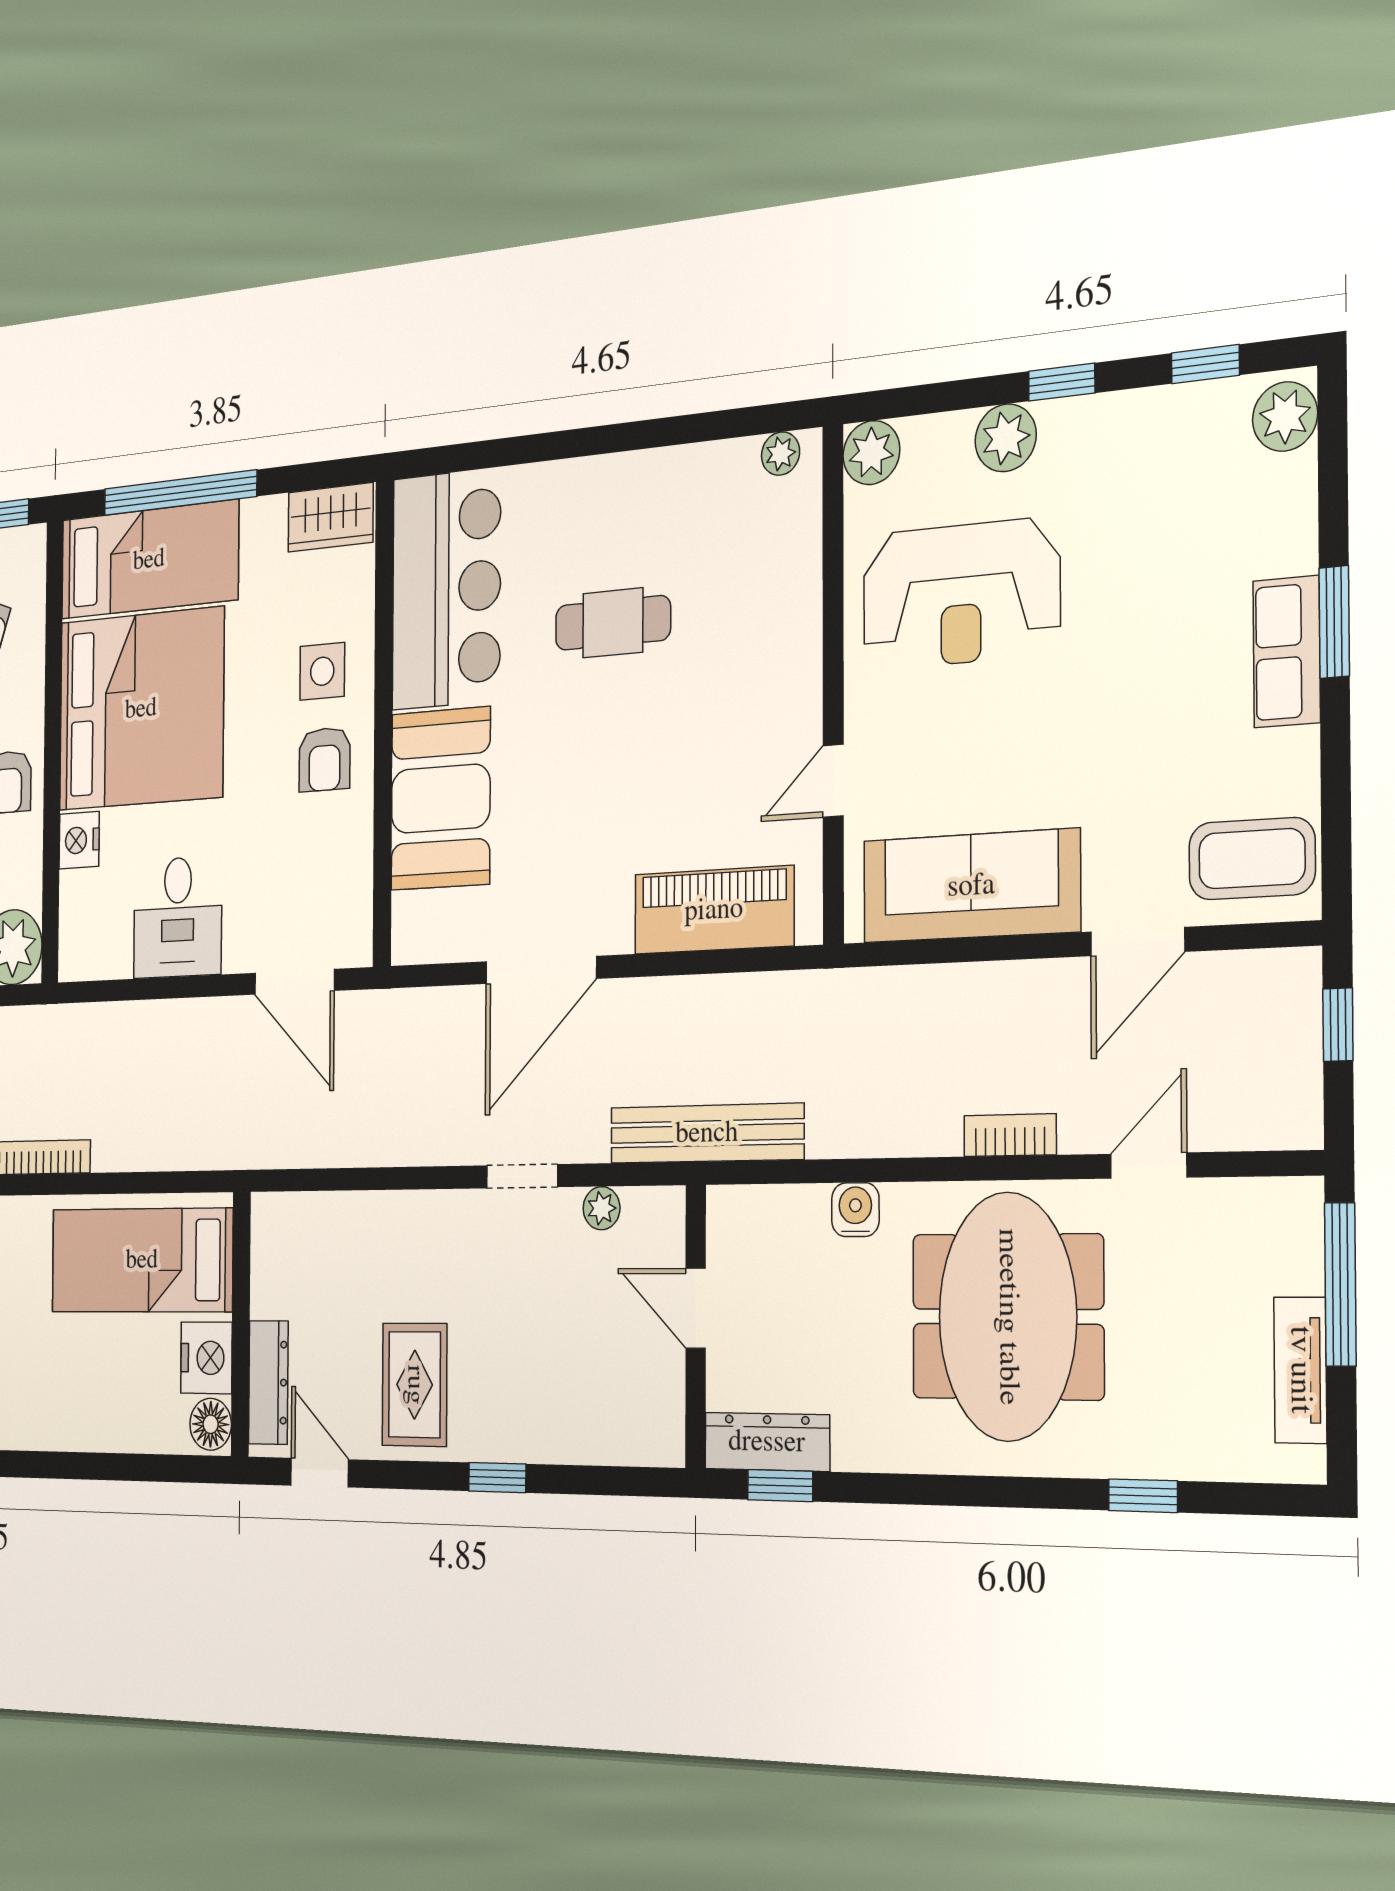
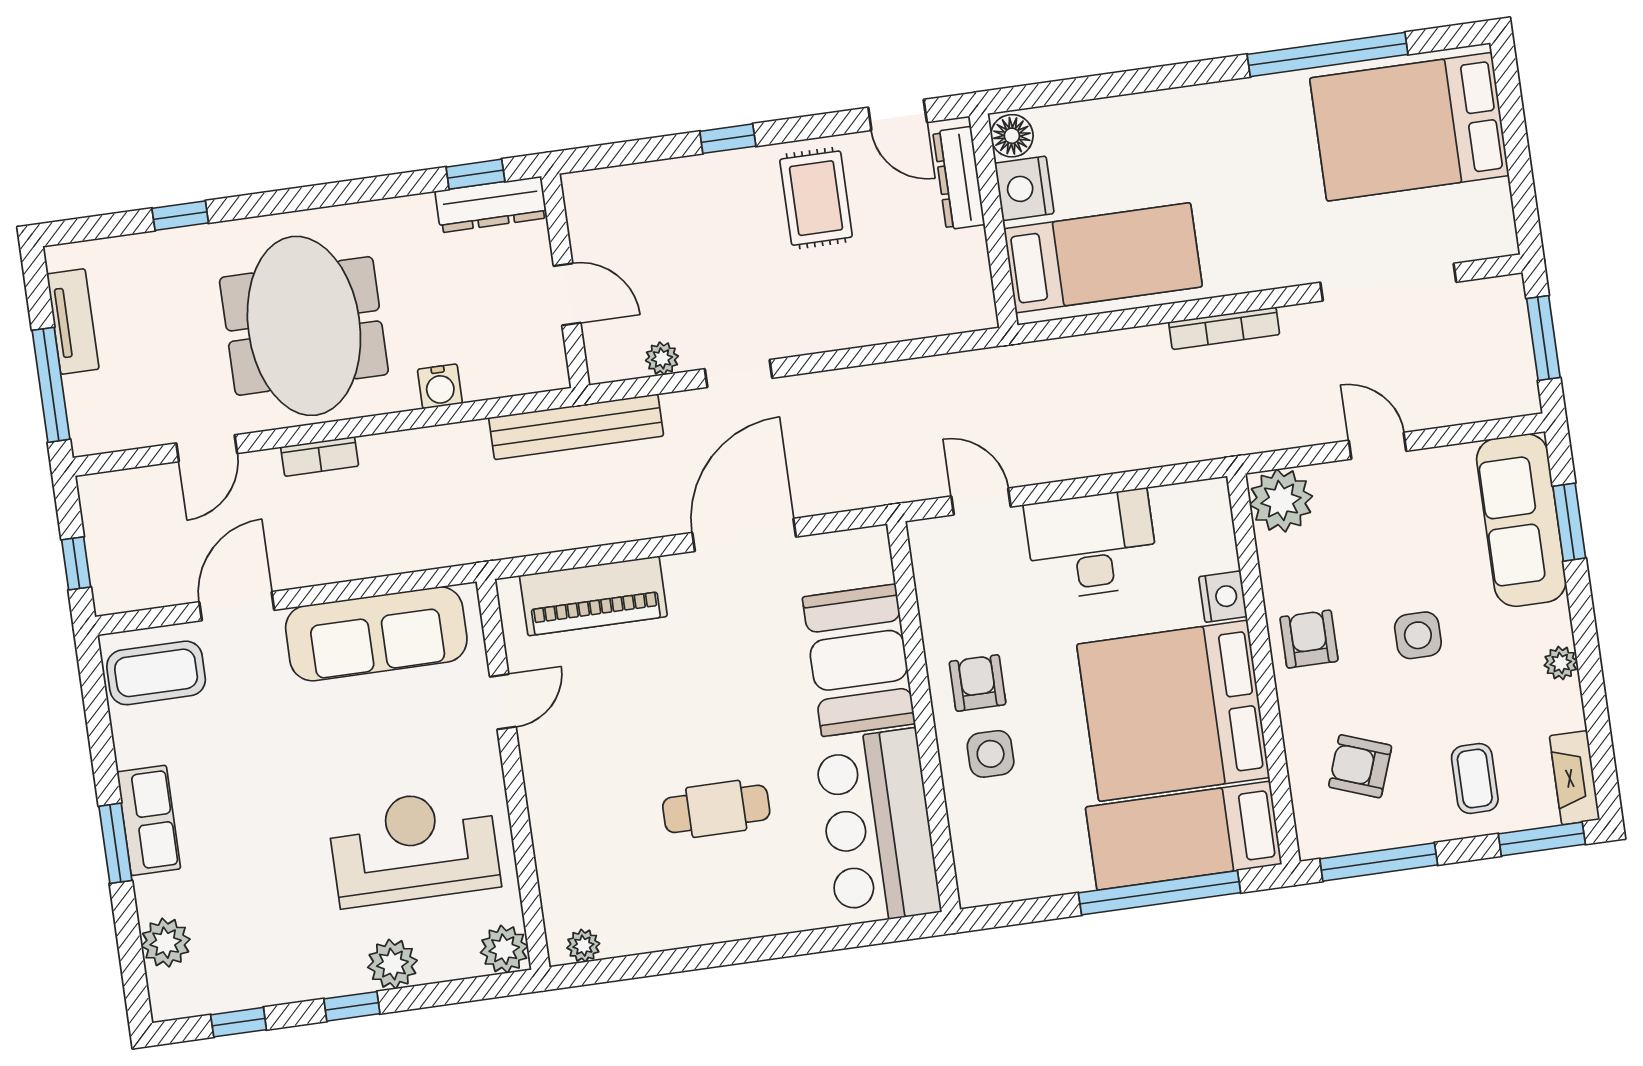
plant: (1285, 417) -> (166, 943), moved
wardrobe: (331, 517) -> (1001, 879), removed
desk: (178, 917) -> (1092, 545), width x1.37
door: (294, 982) -> (981, 501), width x0.73

